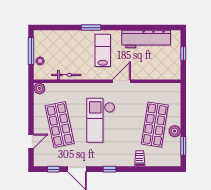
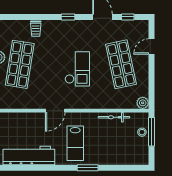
window: (31, 51) -> (152, 132), moved
checkout: (101, 120) -> (77, 69), width x0.73, depth x0.83

